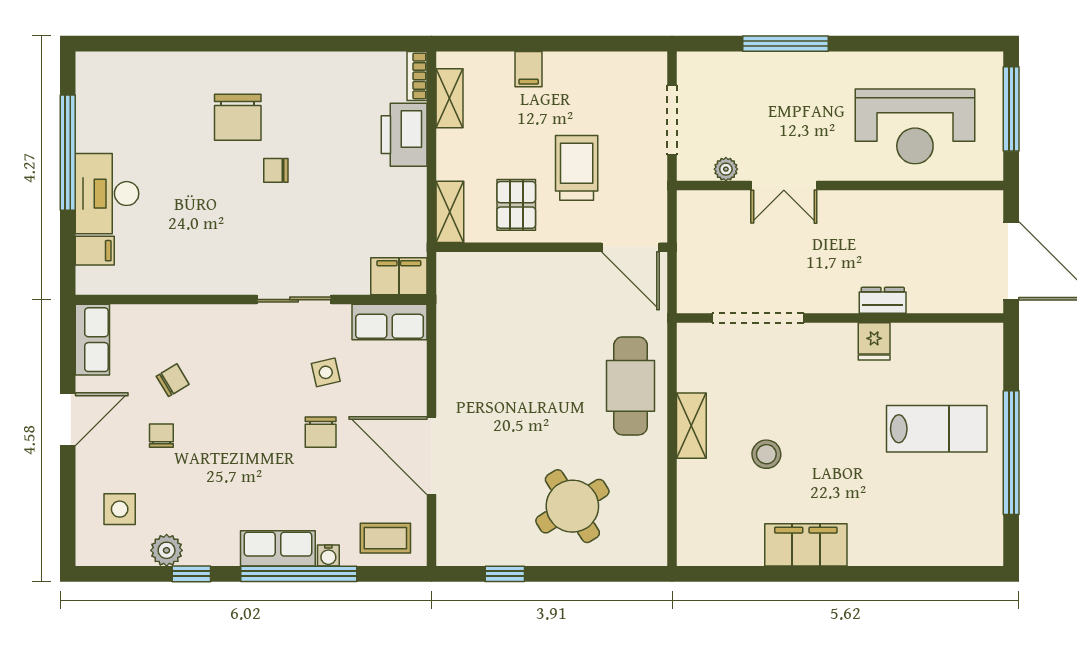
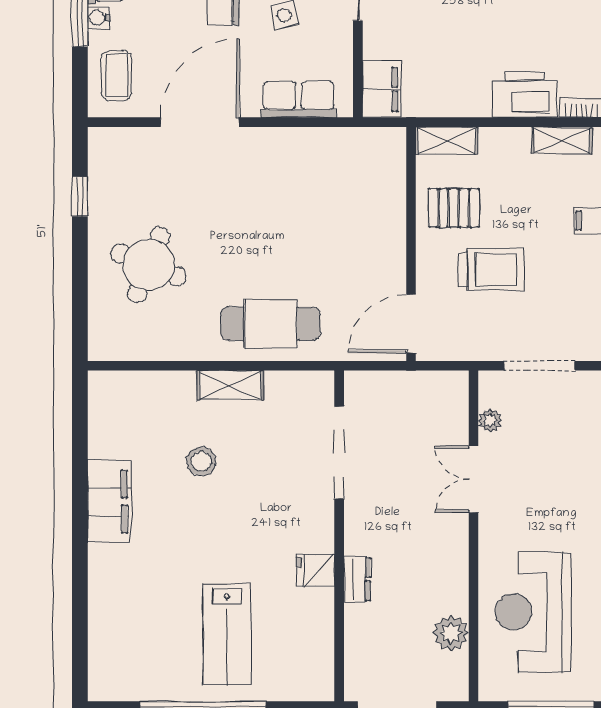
plant: (936, 208) -> (451, 633), added
row of seats: (390, 322) -> (299, 99), moved, turned 90
round table: (572, 506) -> (149, 265), turned -36

